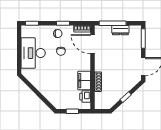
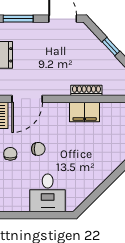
desk: (33, 53) -> (48, 193), width x0.73
printer: (85, 97) -> (110, 110), removed

